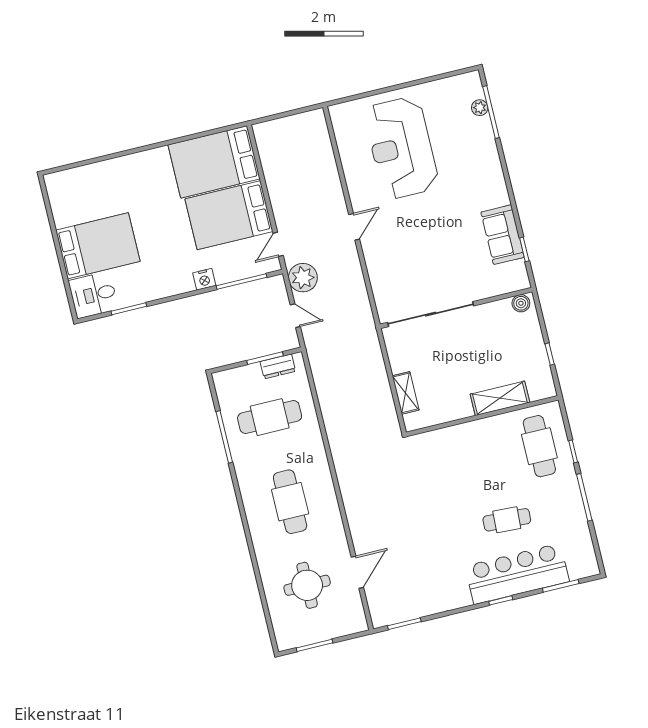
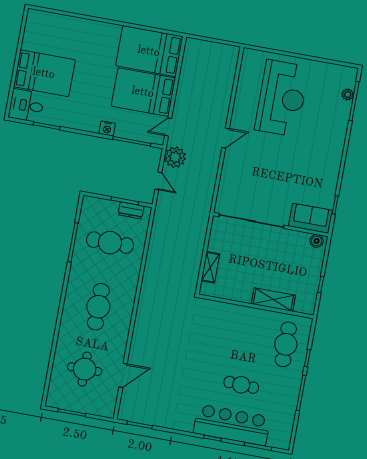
reception desk: (401, 148) -> (282, 98), turned 180
sofa: (503, 235) -> (311, 218), moved, turned 90

